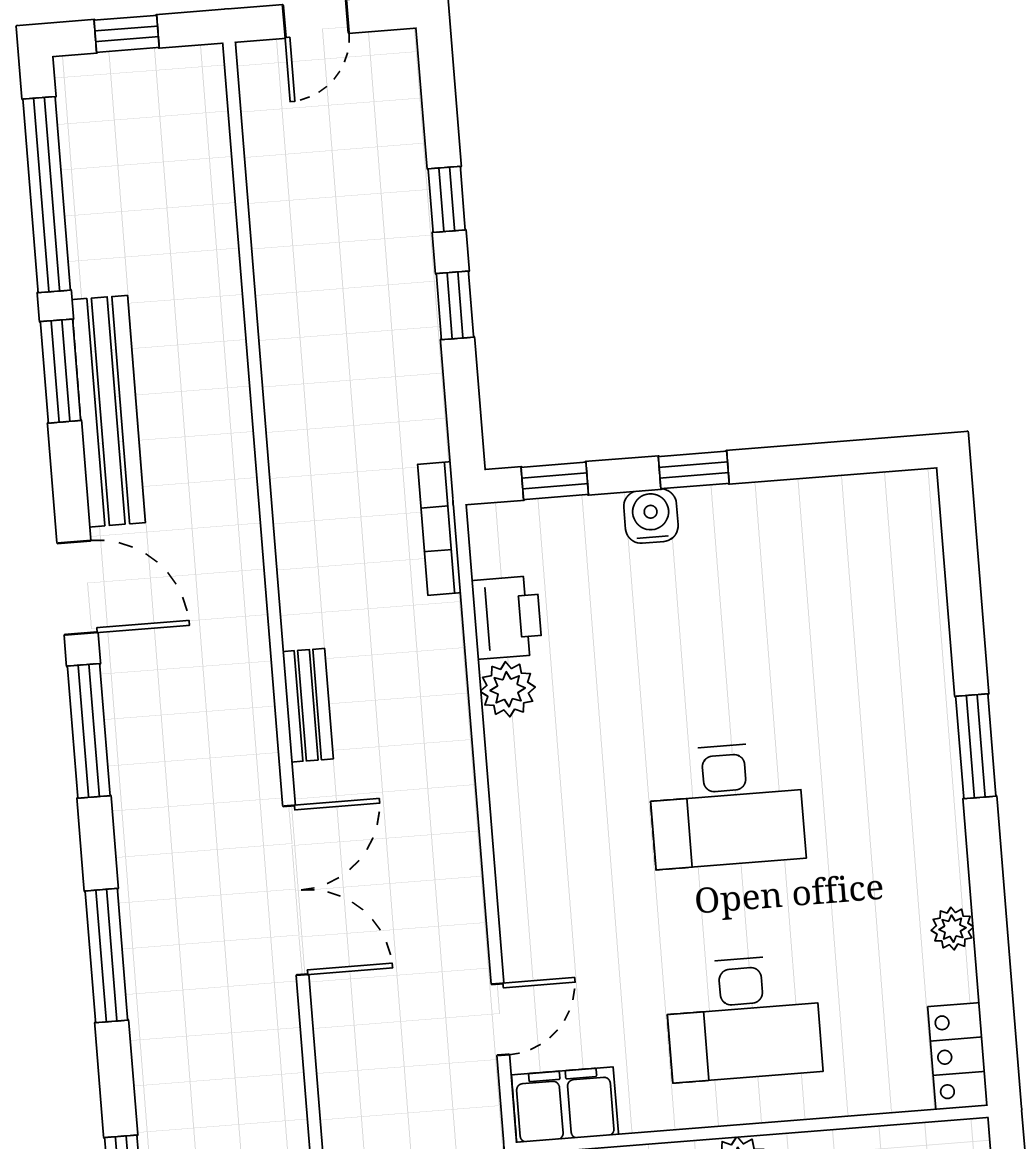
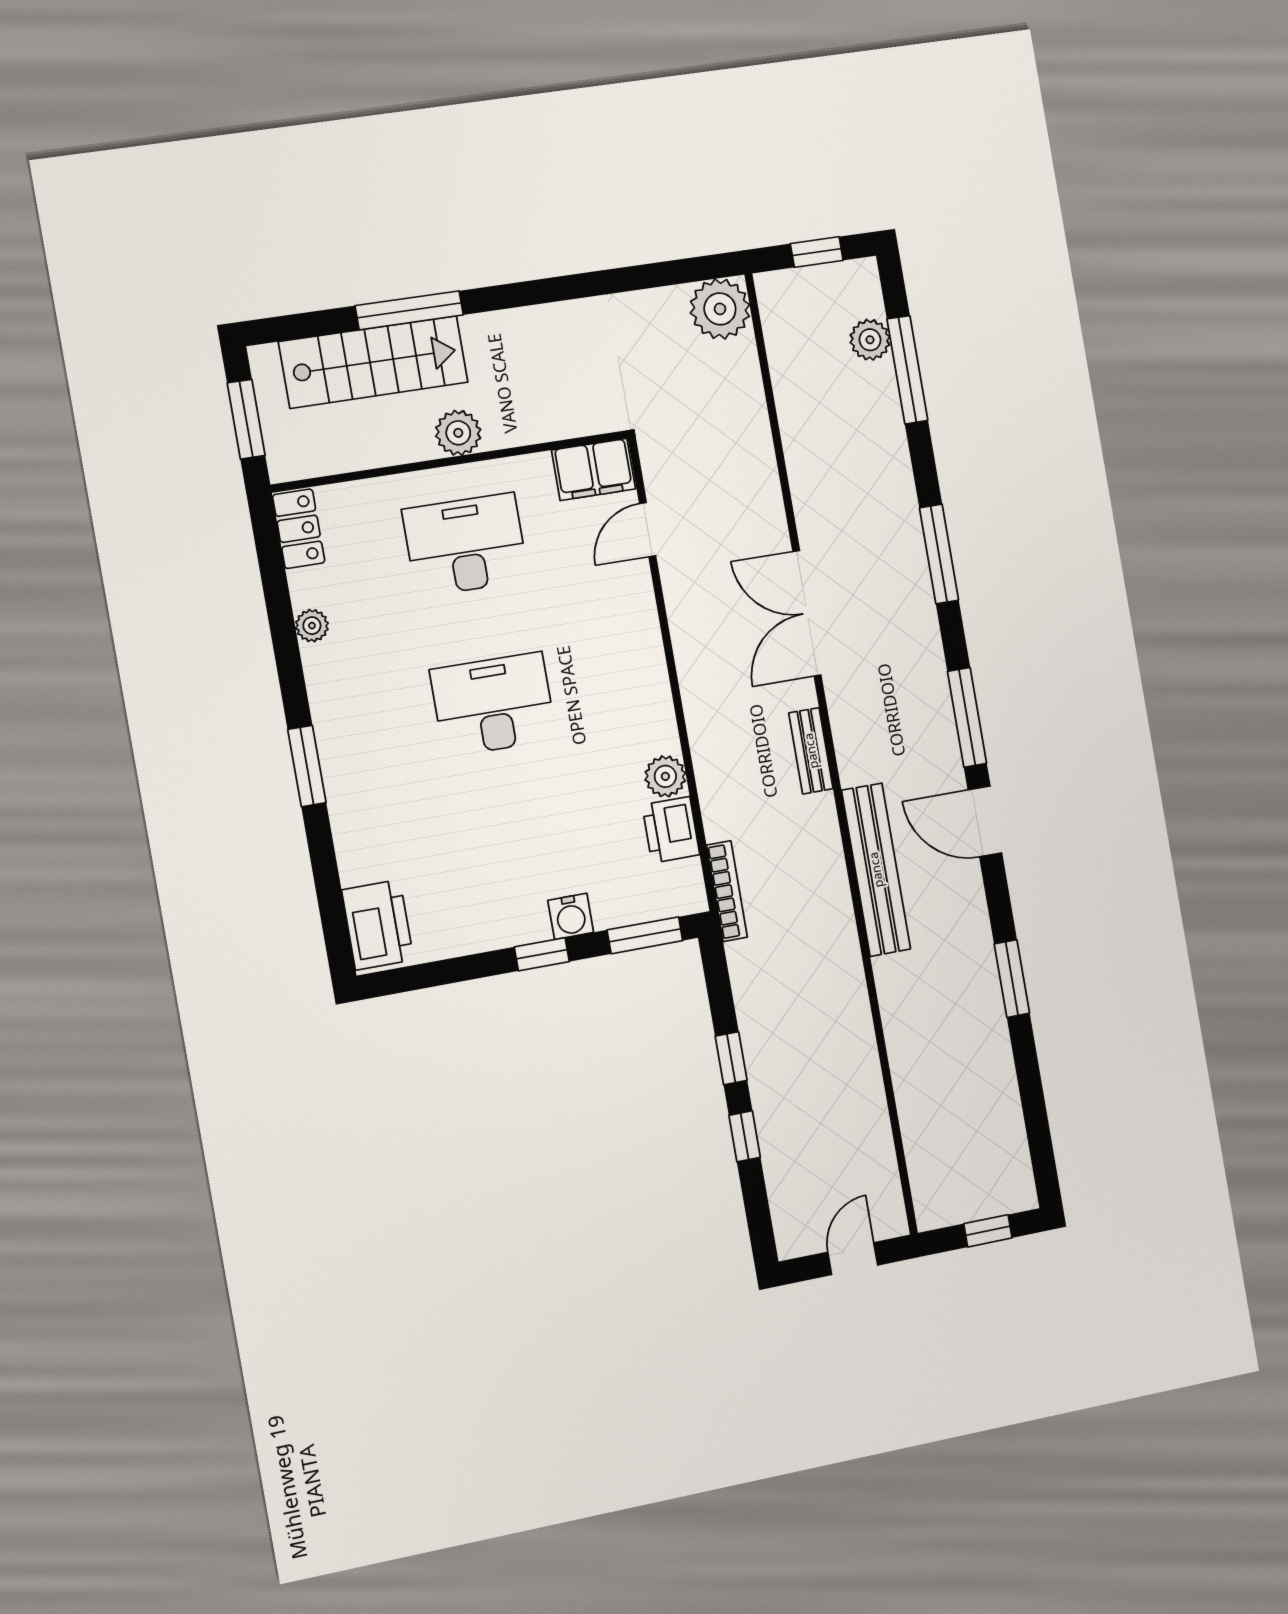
window: (47, 195) -> (1034, 1106), removed
bench: (108, 411) -> (876, 870), moved
window: (555, 481) -> (645, 935), width x1.50
printer: (904, 530) -> (378, 925), added

